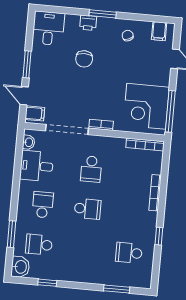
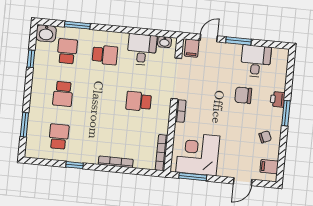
desk: (48, 28) -> (256, 61), moved, turned -90
window: (170, 111) -> (193, 177), width x0.69
school desk: (88, 209) -> (63, 94), moved

